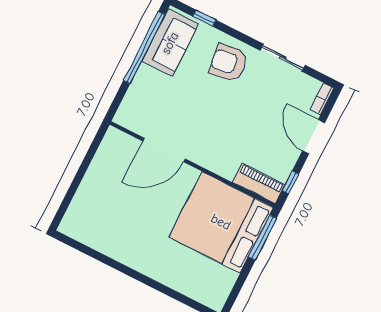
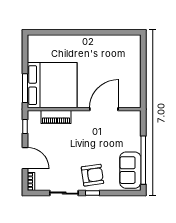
window: (204, 18) -> (92, 193), moved
piano: (259, 184) -> (56, 117), moved

